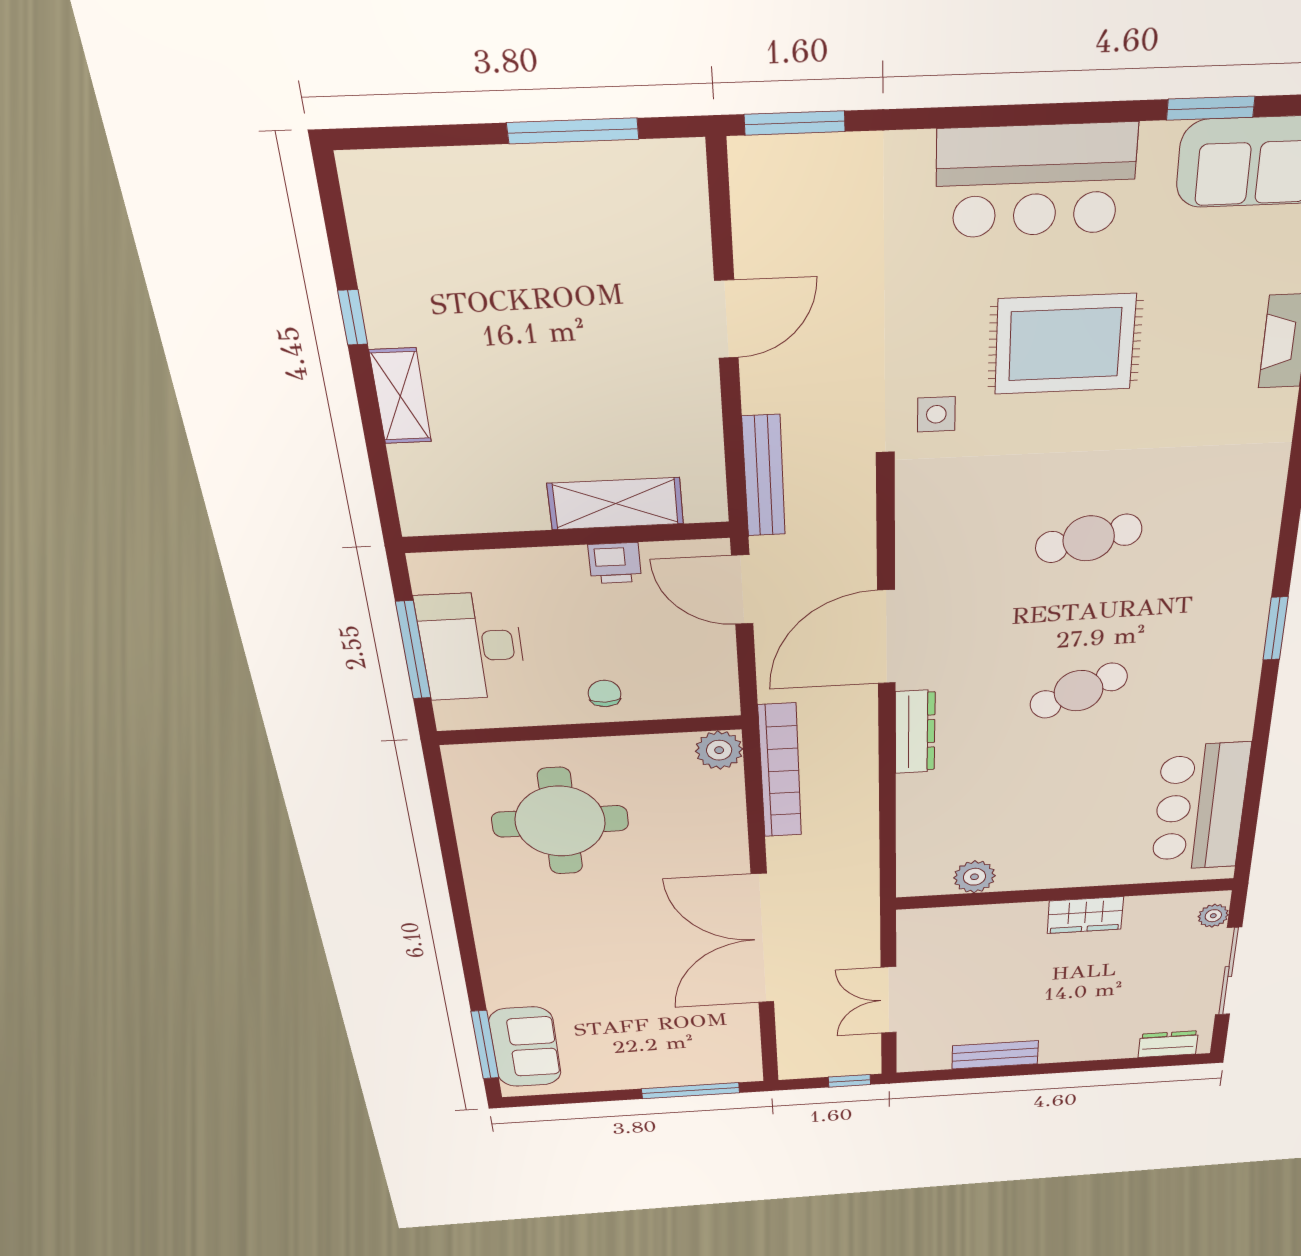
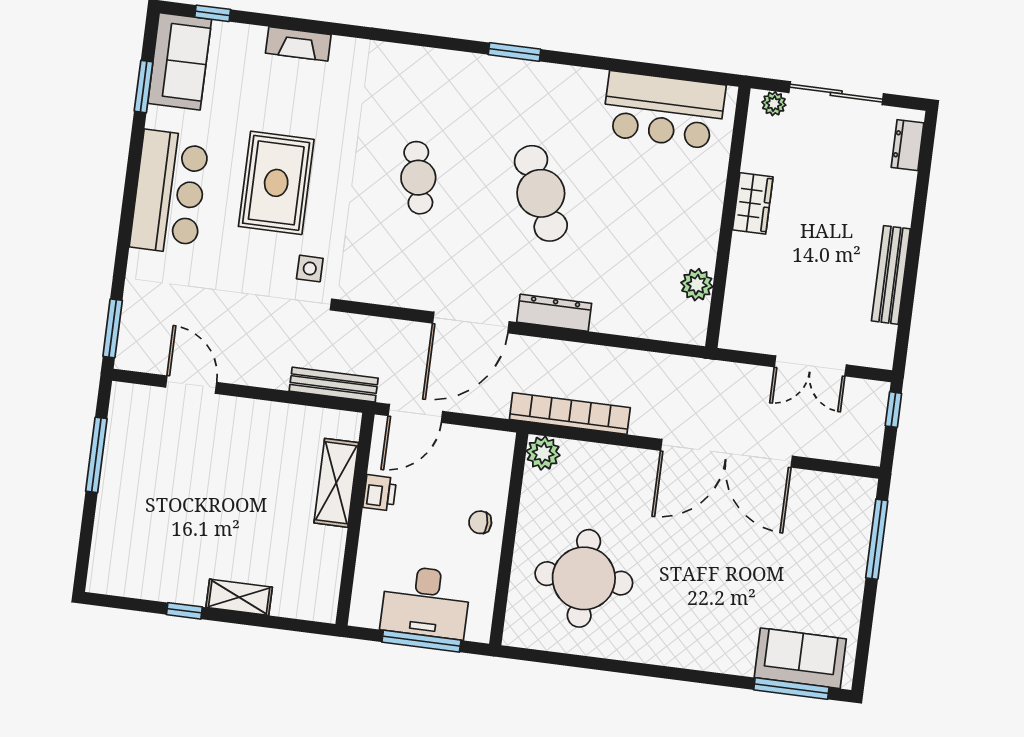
door: (726, 319) -> (191, 385), moved
door: (886, 637) -> (471, 322), hinge flipped
cafe table: (1079, 691) -> (541, 193), width x1.37, depth x1.35
bench: (995, 1055) -> (891, 275), width x1.36

